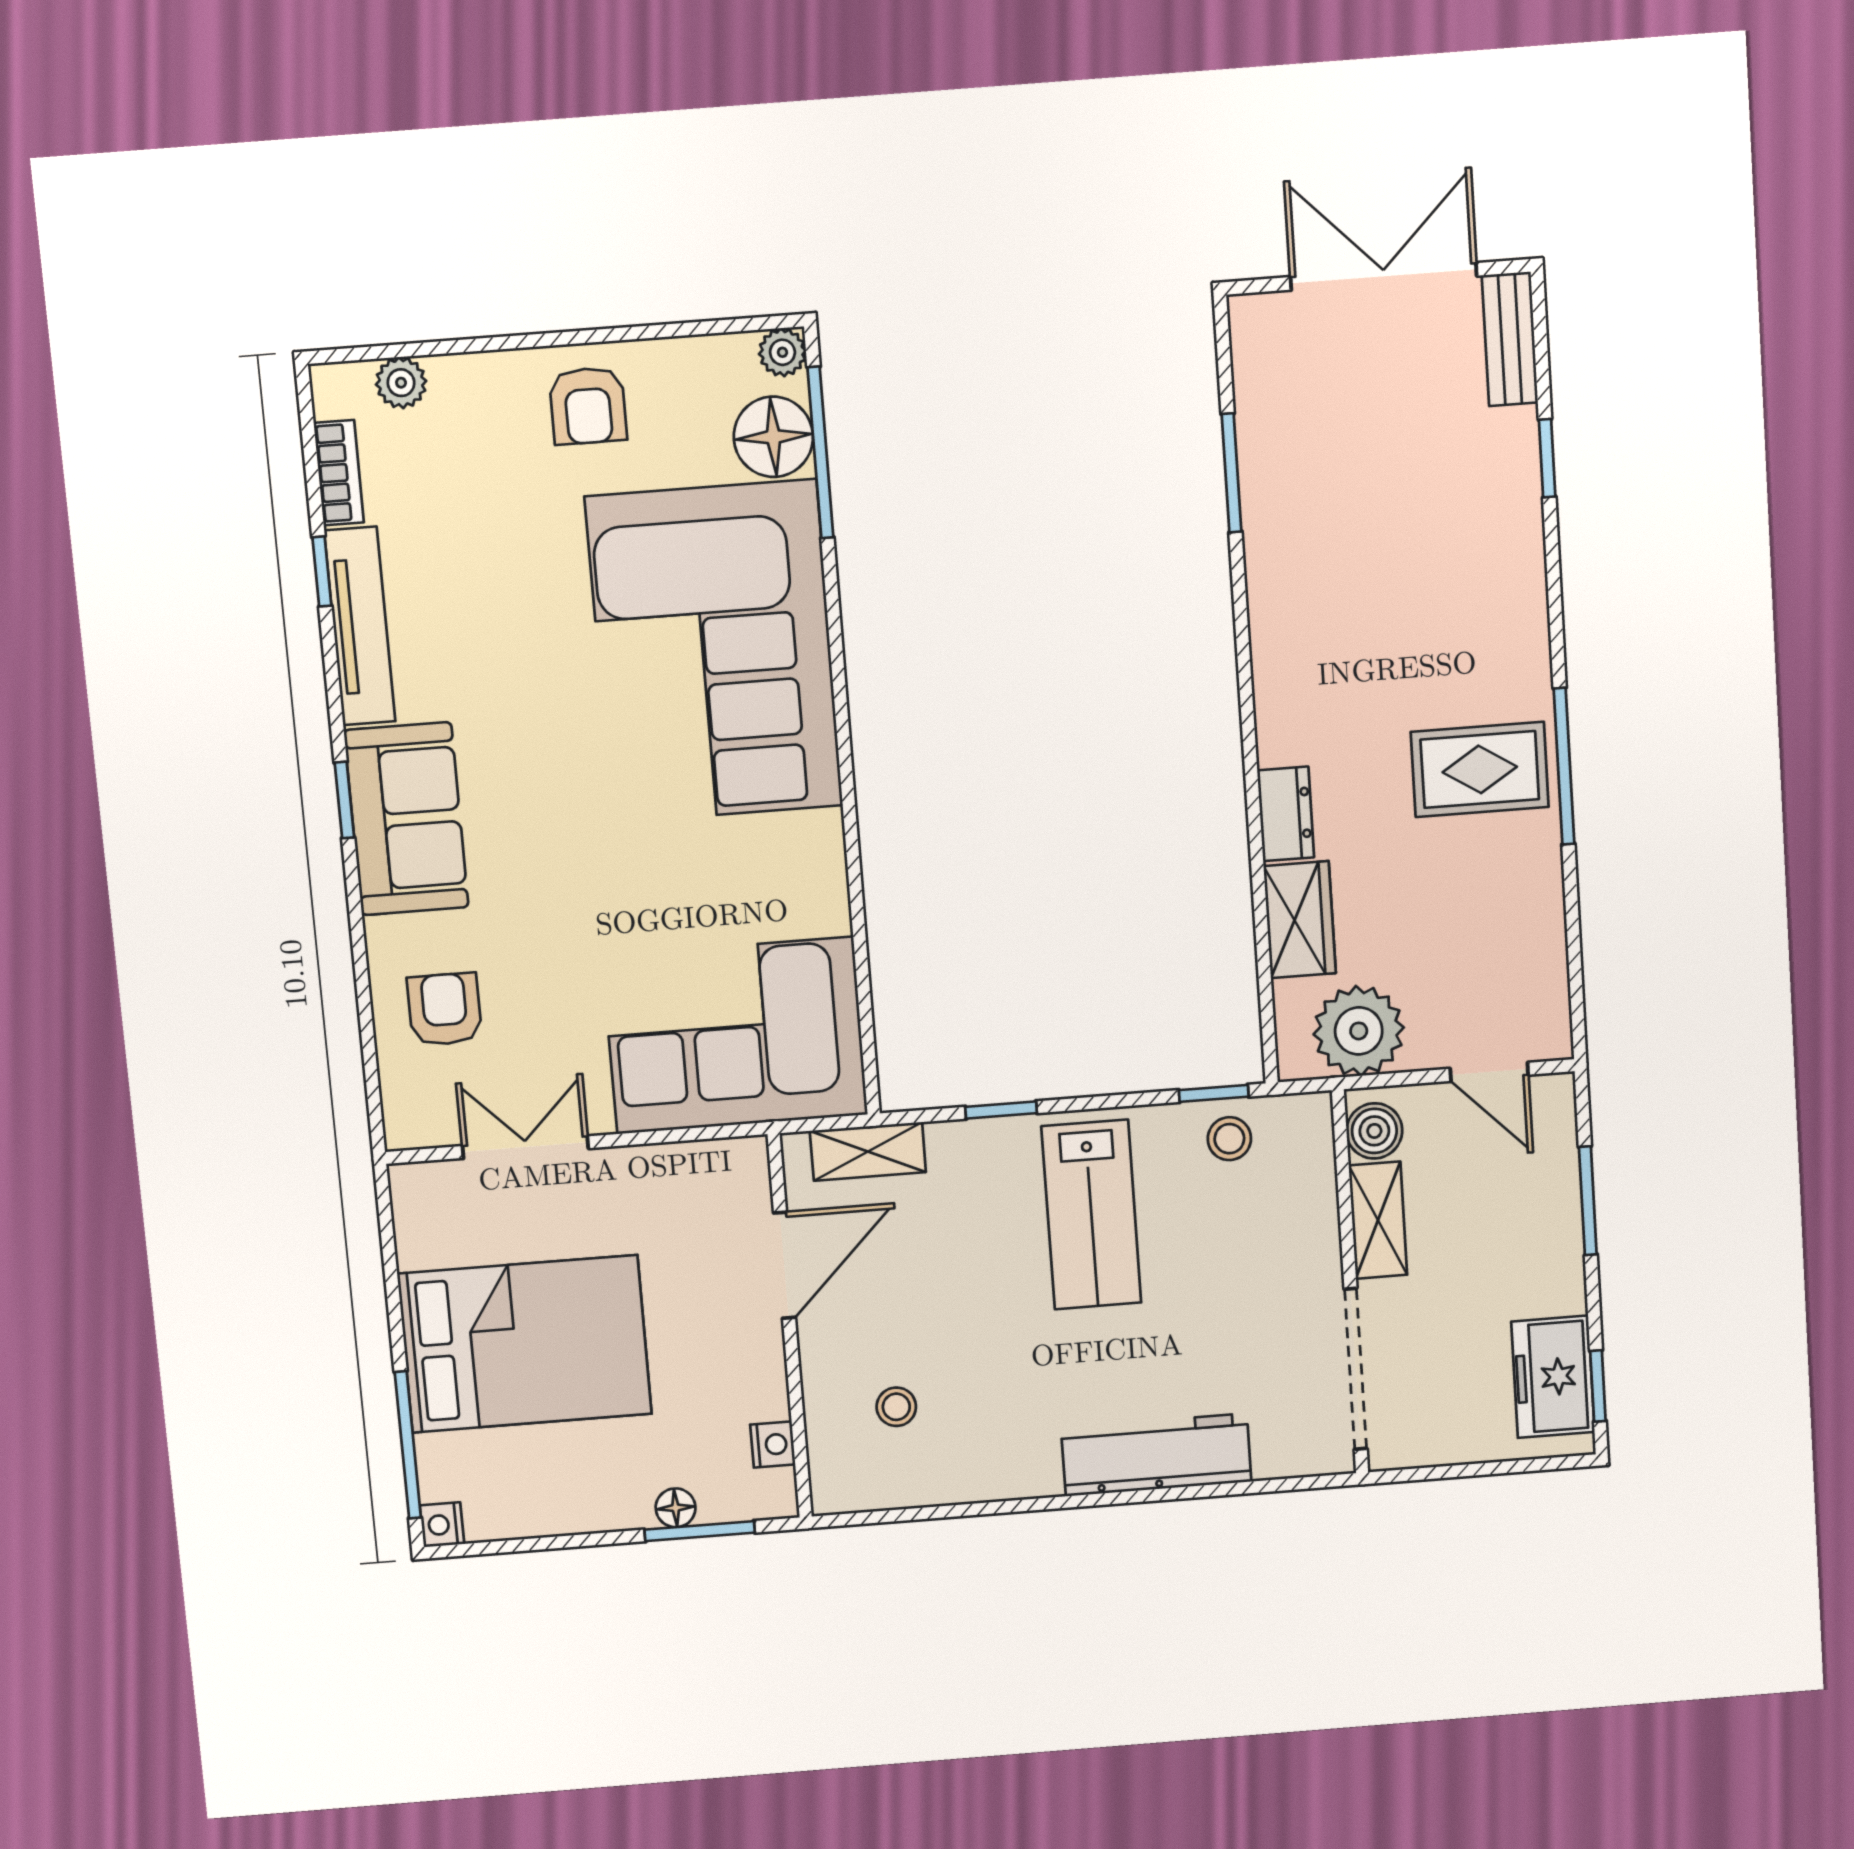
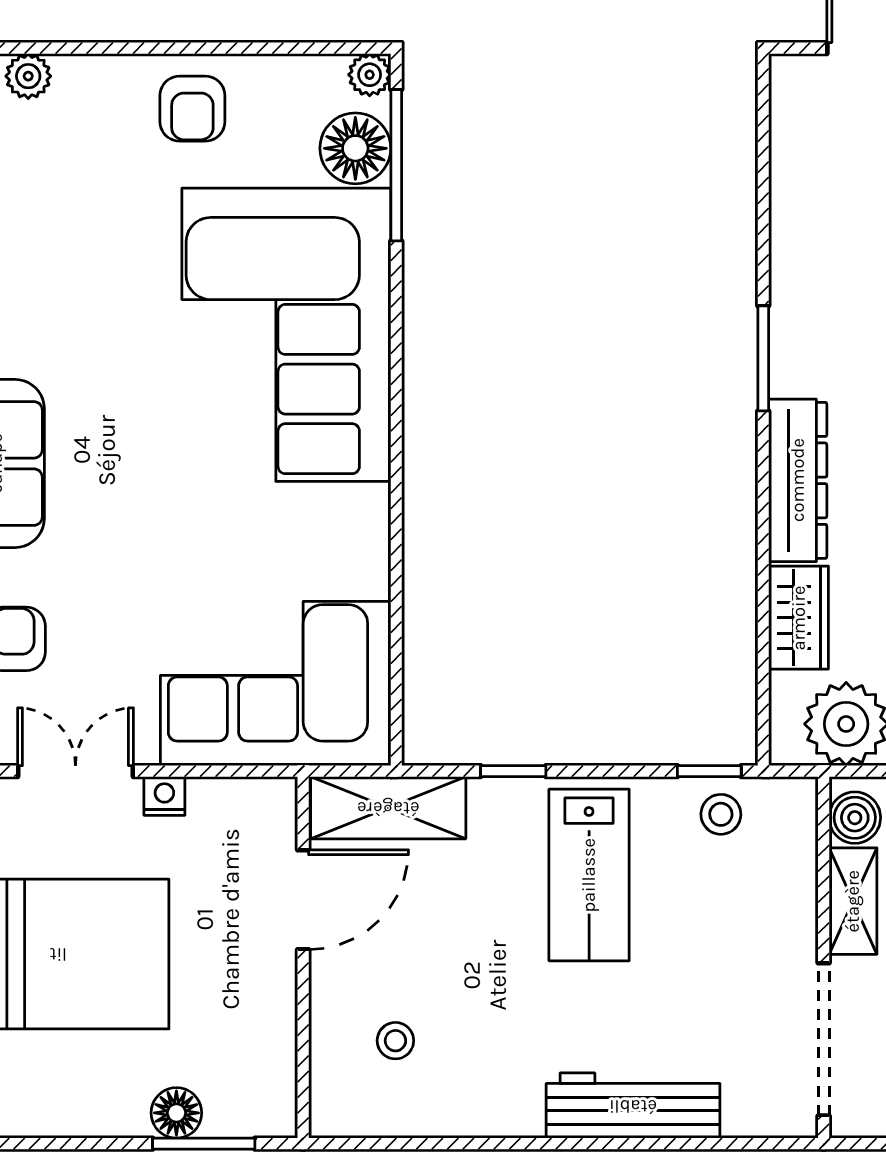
window: (1232, 473) -> (763, 358), moved
dresser: (1286, 814) -> (798, 480), width x1.96, depth x1.24
shelving: (868, 1151) -> (388, 808), width x1.50, depth x1.33
nightstand: (773, 1444) -> (164, 796), moved, turned -90
floor lamp: (676, 1508) -> (176, 1113), width x1.37, depth x1.37

